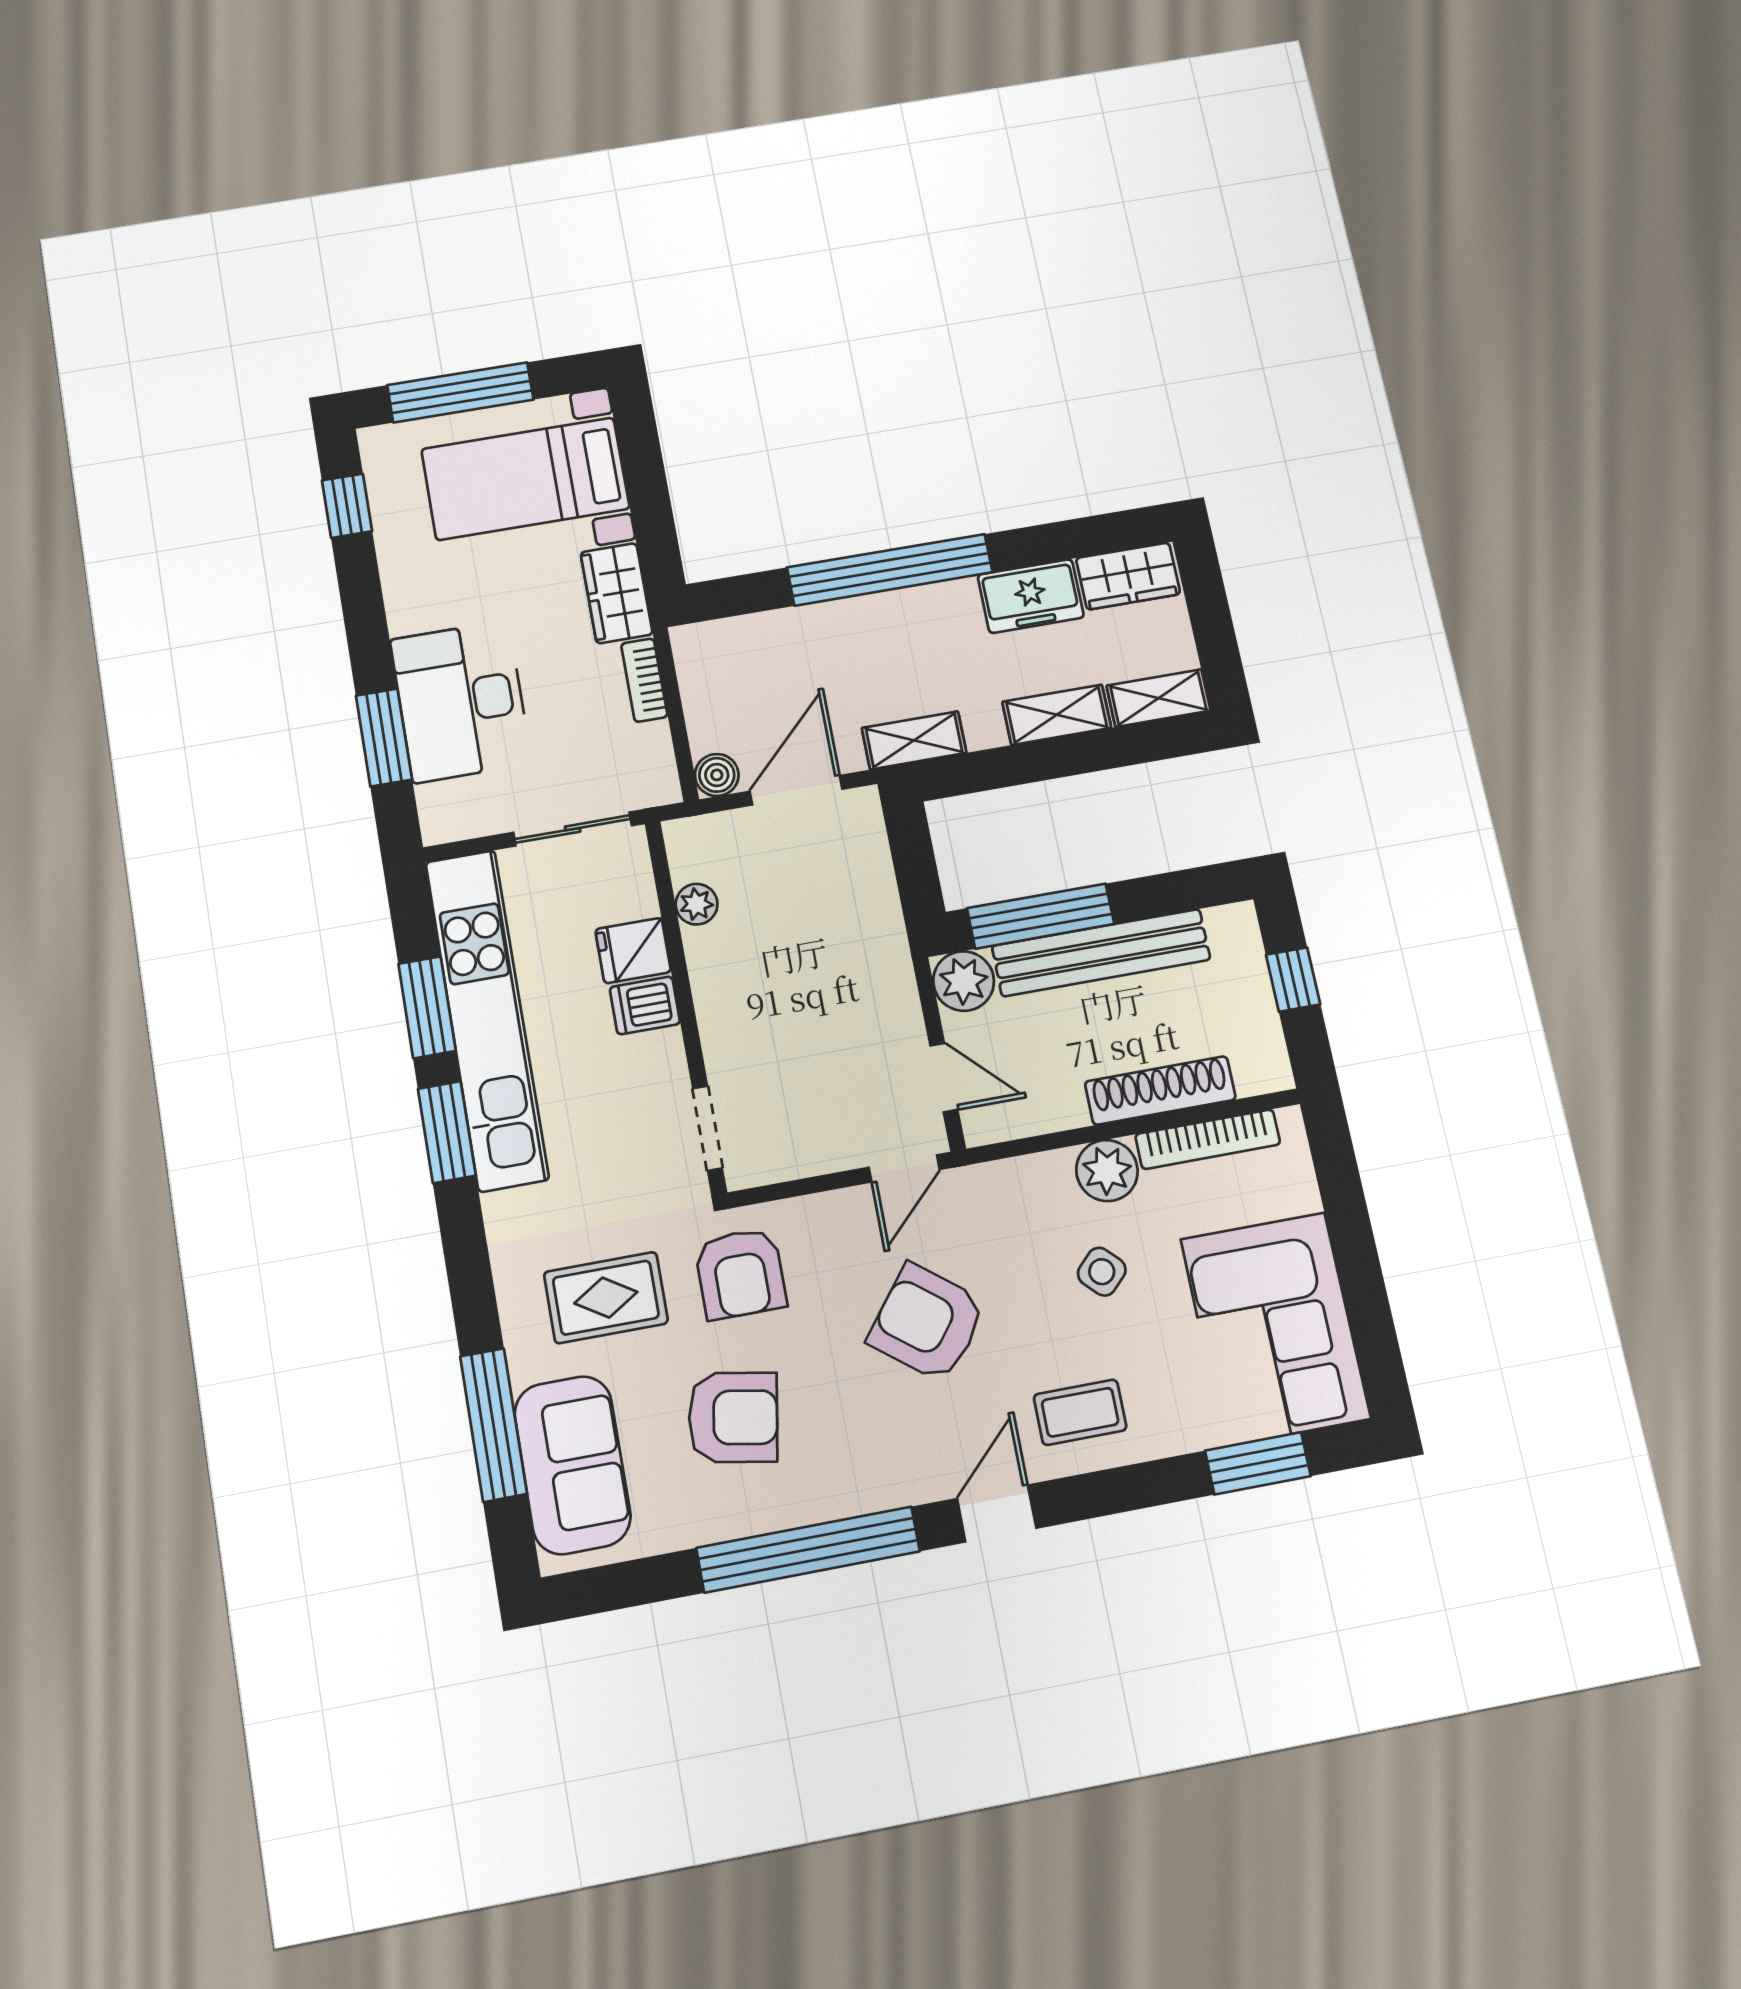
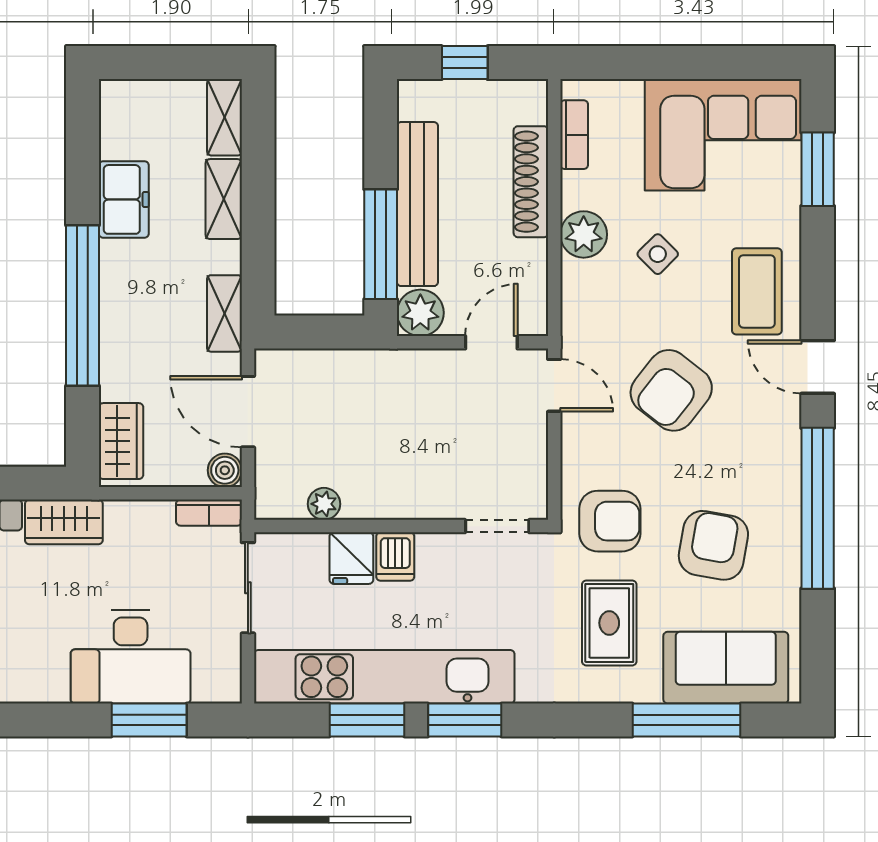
wardrobe: (1128, 576) -> (121, 441), moved
bookcase: (644, 680) -> (209, 513), moved
bookcase: (1208, 1139) -> (574, 135), width x0.64
coffee table: (1080, 1412) -> (757, 291), width x1.36, depth x1.30

